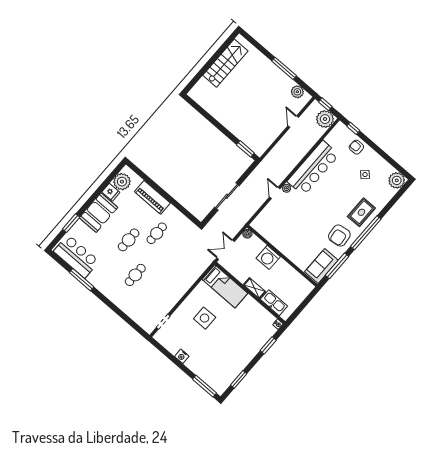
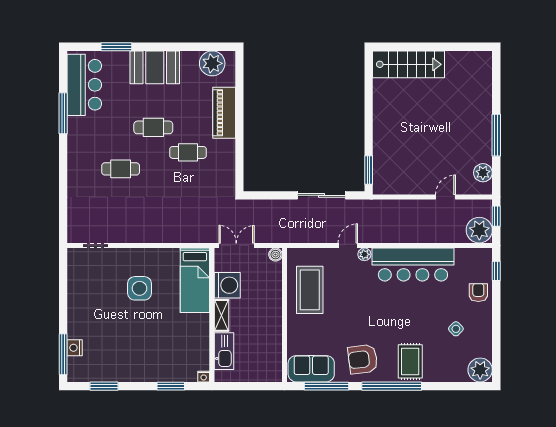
stairs: (225, 63) -> (408, 64), moved
fridge: (111, 192) -> (190, 61), removed
sliding door: (227, 196) -> (321, 195), moved
rug: (361, 212) -> (410, 361), turned 90
coffee table: (281, 232) -> (310, 290), added
washing machine: (268, 257) -> (227, 285), moved, turned 180
nightstand: (182, 356) -> (75, 348), moved

